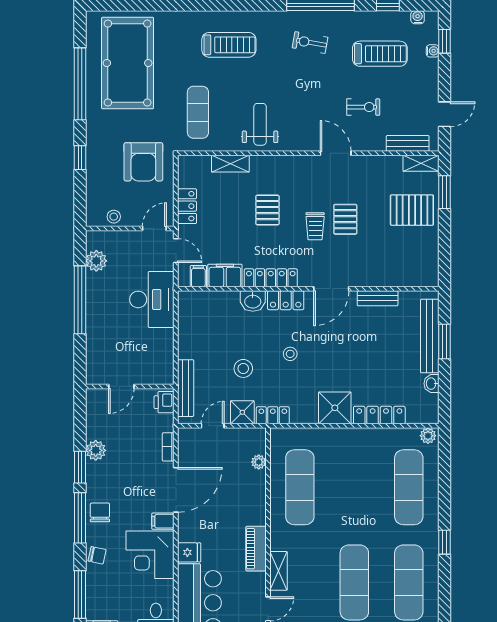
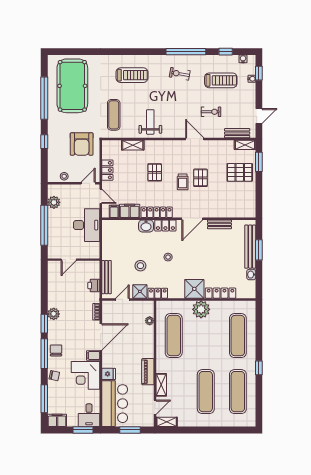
door: (121, 386) -> (69, 260), moved
wall: (130, 386) -> (74, 260), moved
plant: (428, 436) -> (201, 309), moved, width x1.88, depth x1.88

